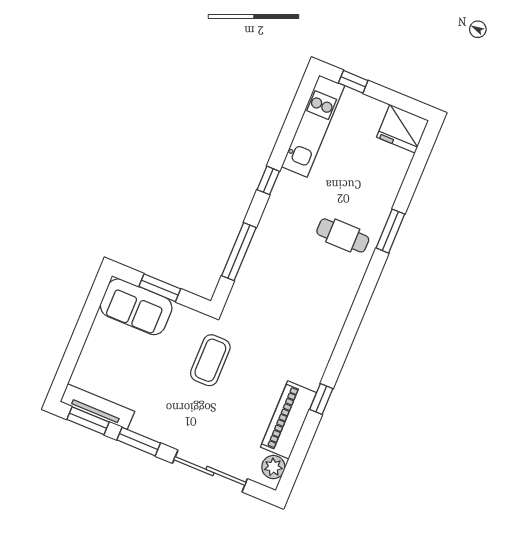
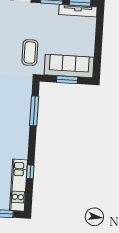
window: (268, 180) -> (30, 172), moved
sofa: (136, 307) -> (69, 66), width x1.36

